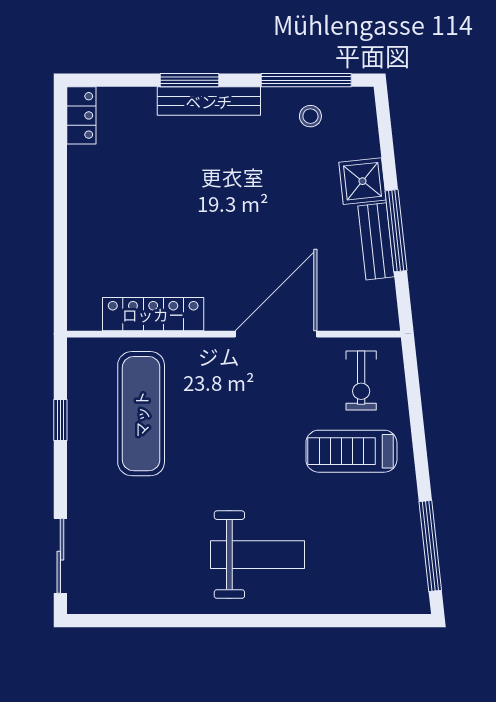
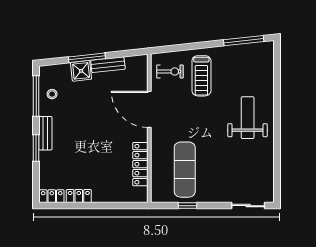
bench: (209, 101) -> (45, 133), width x0.73
locker: (82, 176) -> (79, 196), added
window: (396, 231) -> (87, 58), moved
exercise mat: (141, 414) -> (185, 170), turned 90

